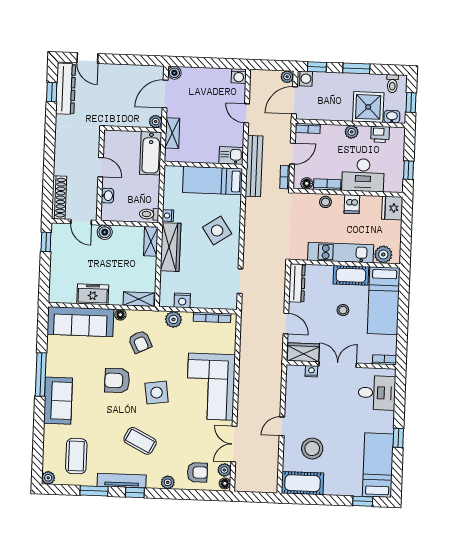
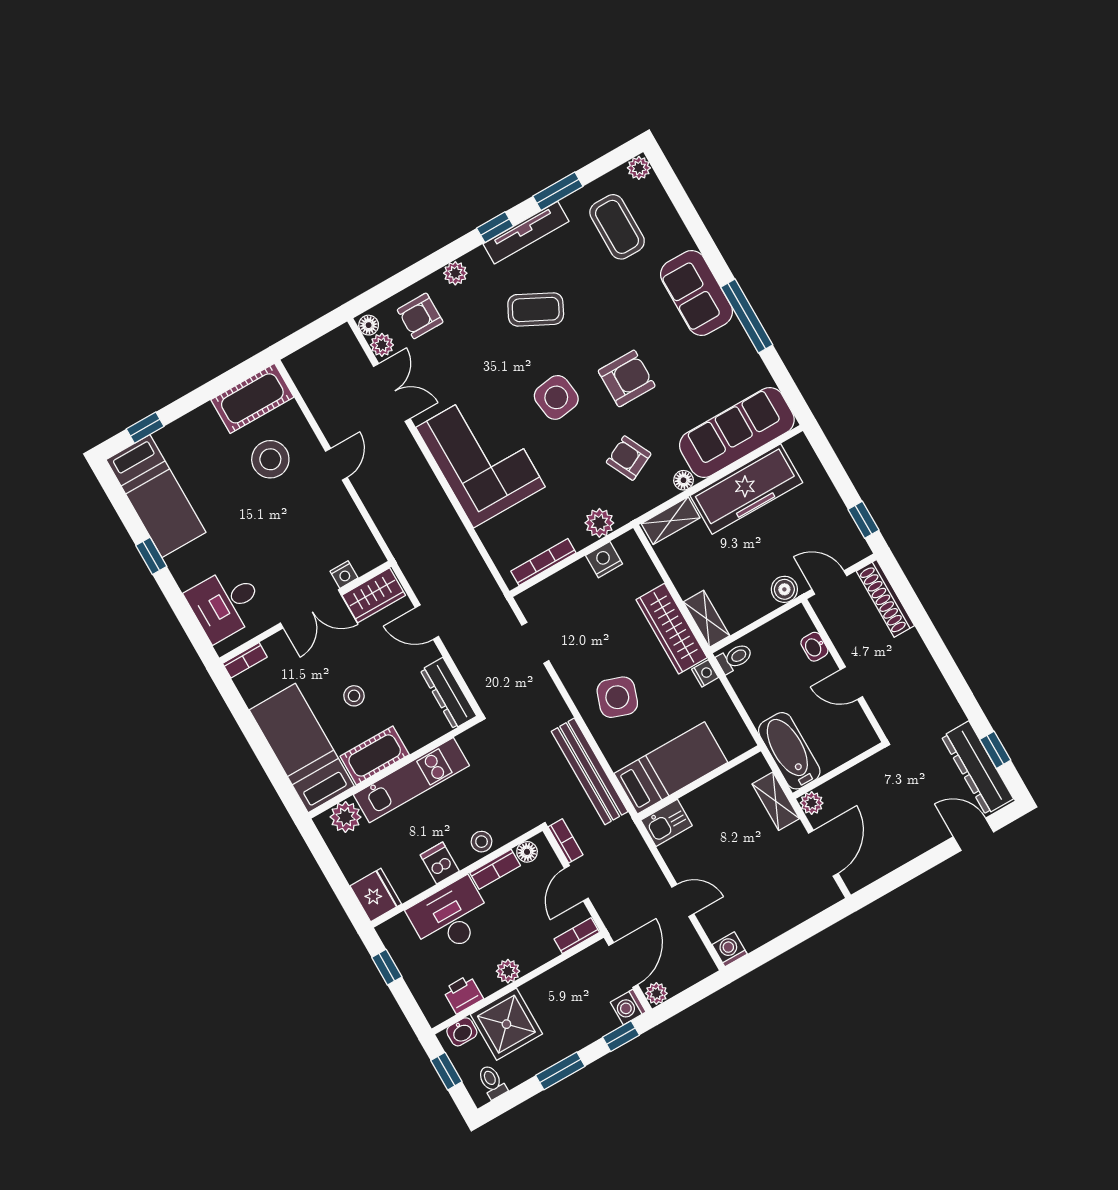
boiler: (174, 73) -> (829, 894), removed
bench: (254, 166) -> (590, 771), moved
side table: (217, 231) -> (617, 697), turned -37
freezer: (93, 294) -> (746, 489), width x1.91, depth x1.26

